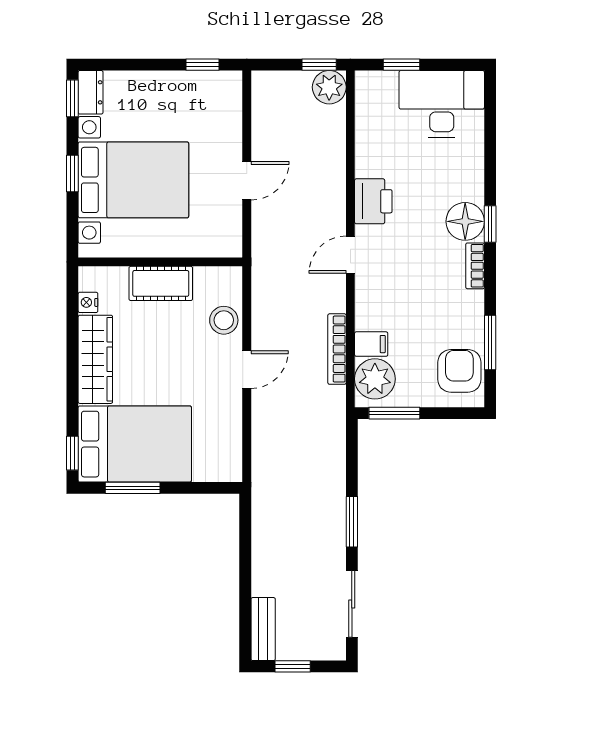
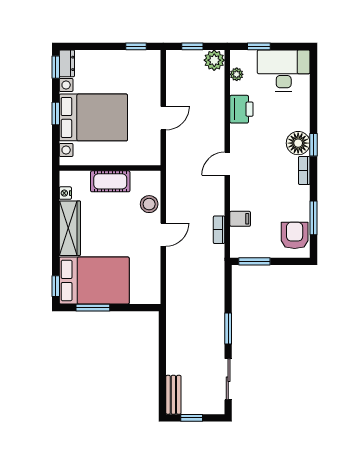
window: (319, 65) -> (192, 46), moved
printer: (373, 201) -> (241, 109), moved
bookcase: (337, 349) -> (219, 230), width x0.64
plant: (375, 379) -> (237, 74), moved, width x0.53, depth x0.53

